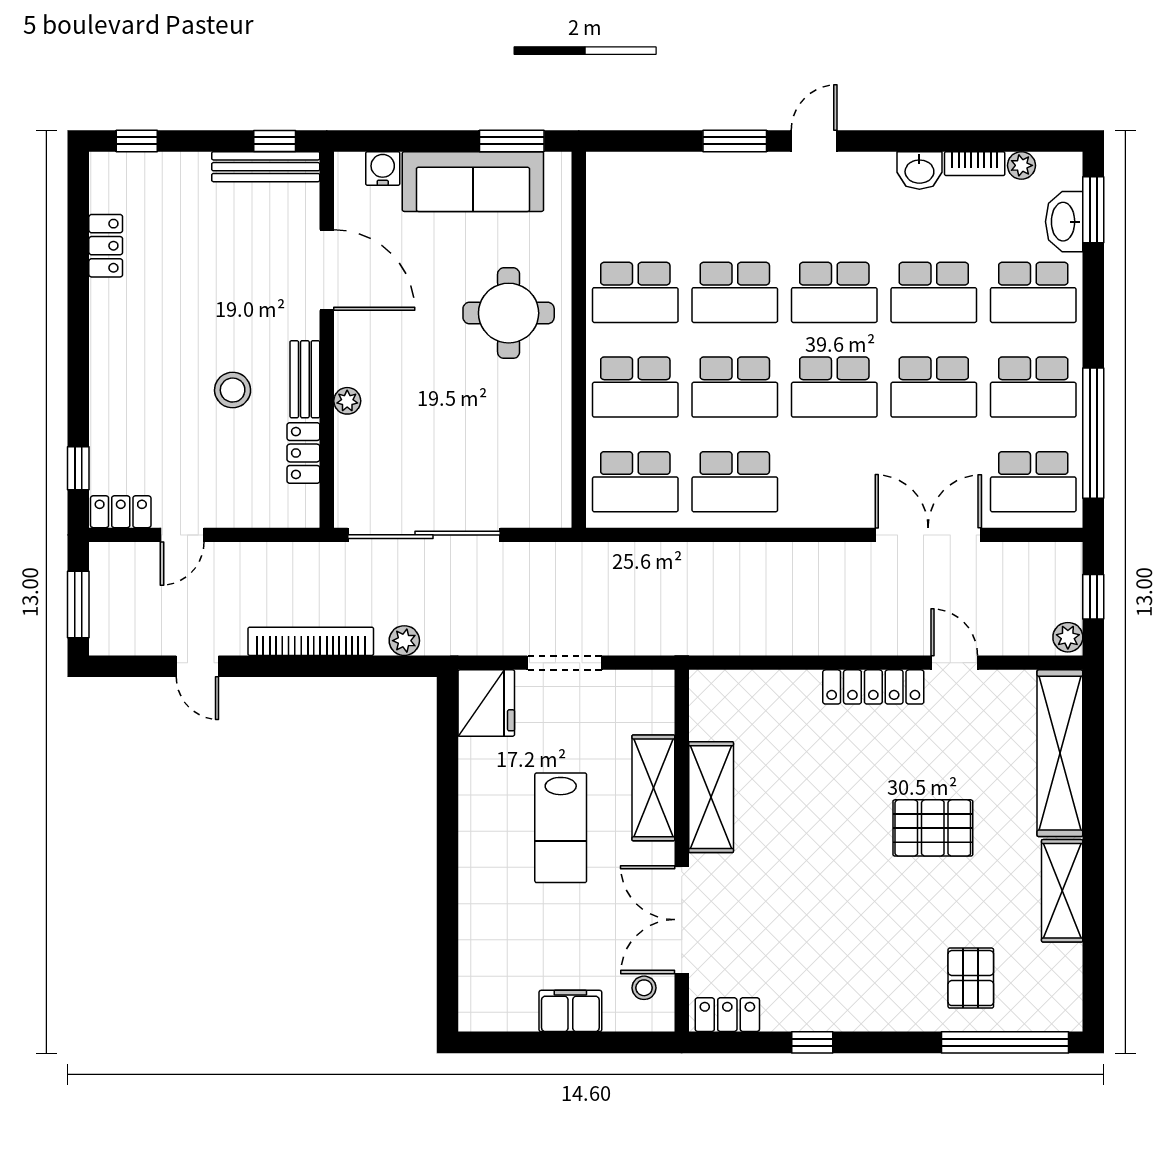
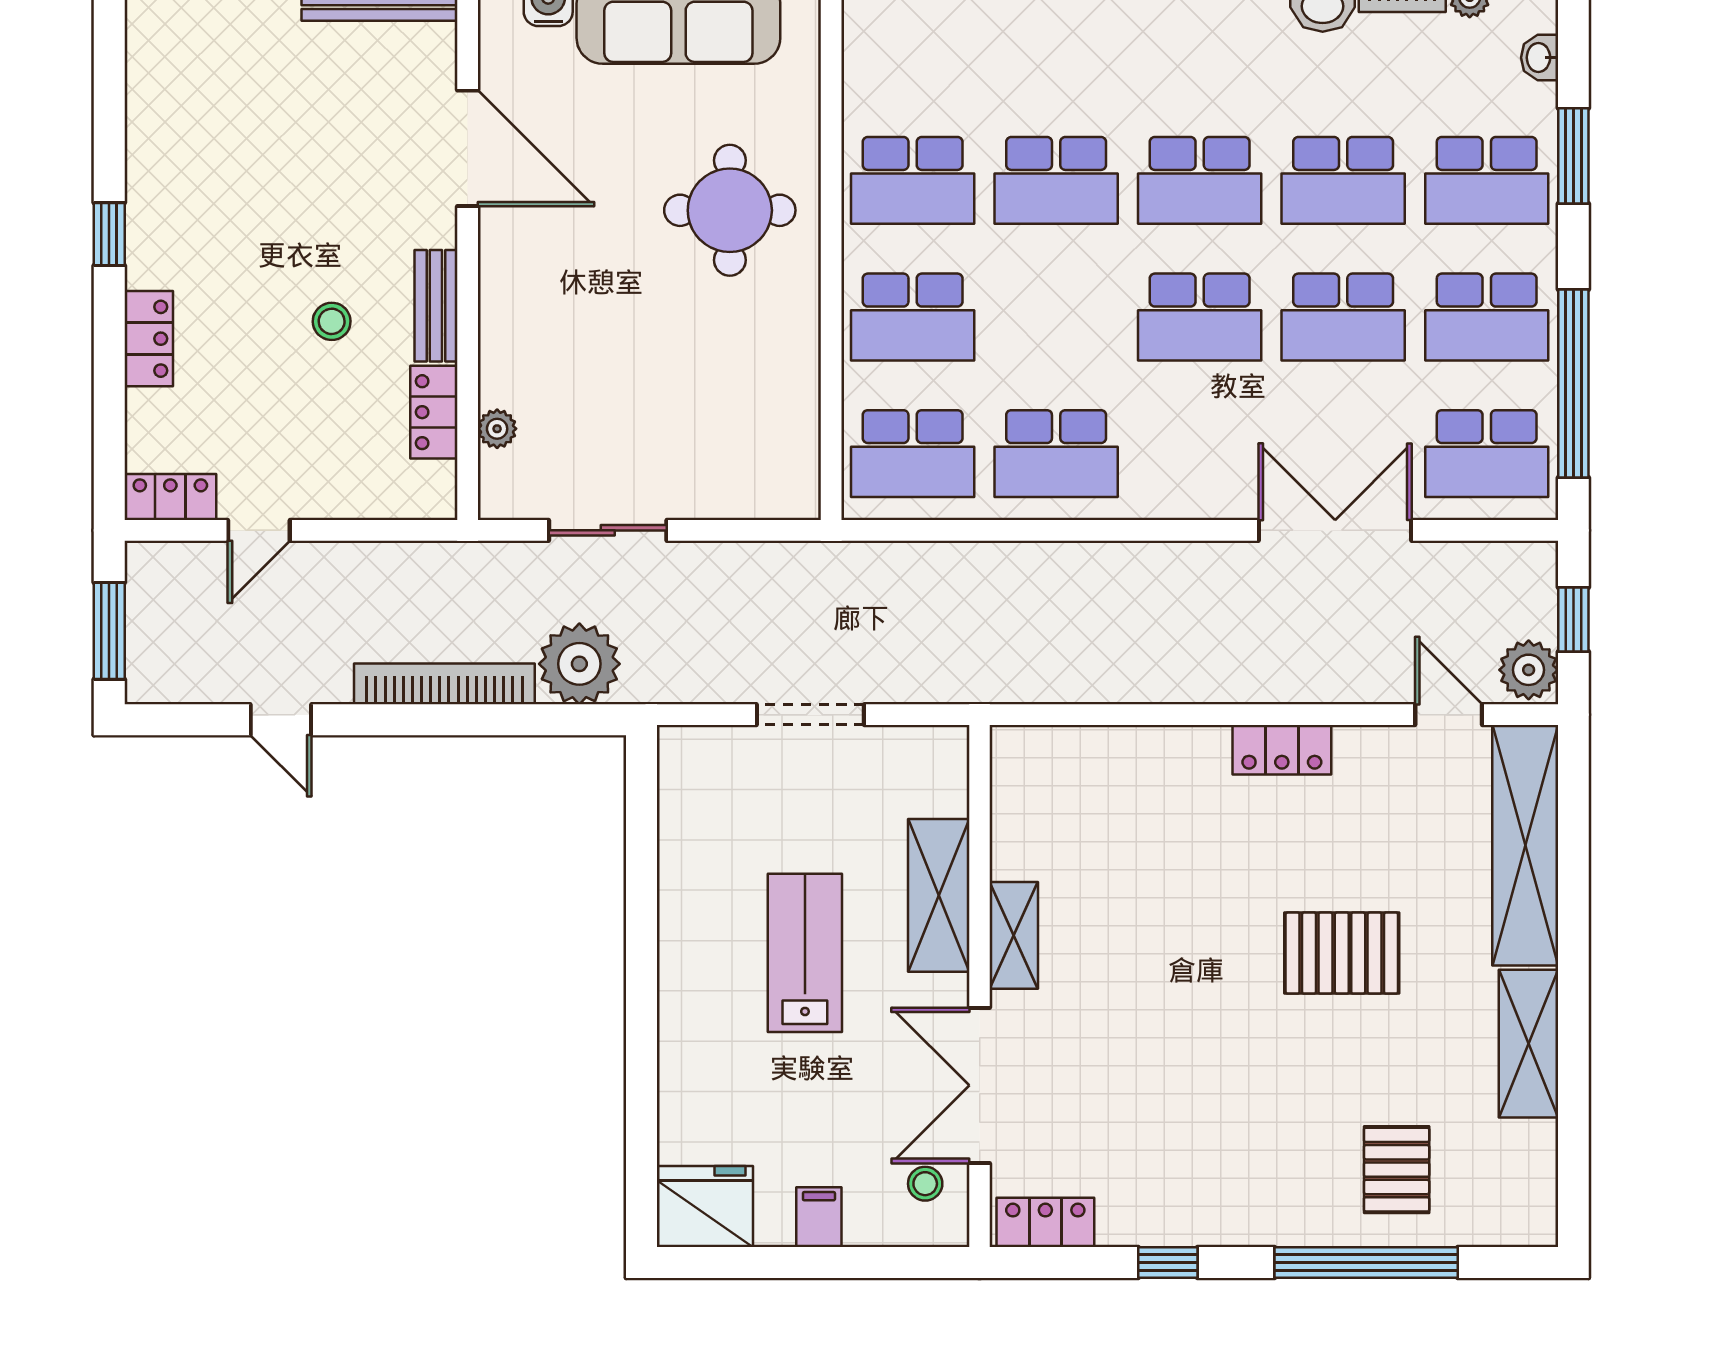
window: (1093, 210) -> (1573, 156), moved
washbasin: (1064, 222) -> (1540, 58), width x0.52, depth x0.69
locker: (106, 246) -> (149, 339), moved
school desk: (735, 387) -> (1056, 317), removed
stool: (233, 390) -> (332, 321), width x0.73, depth x0.73
plant: (347, 401) -> (497, 429), moved
window: (78, 468) -> (109, 234), moved
sliding door: (424, 535) -> (608, 530), width x0.54
plant: (1068, 637) -> (1529, 670), width x1.38, depth x1.38
plant: (404, 641) -> (579, 664), width x1.87, depth x1.87
door: (954, 663) -> (1449, 715), moved
locker: (873, 687) -> (1282, 750), width x0.66
fridge: (486, 703) -> (705, 1206), moved, turned -90
shelving: (711, 797) -> (1014, 935), width x0.67, depth x0.75
lab bench: (561, 828) -> (805, 953), turned 180
filing cabinet: (570, 1011) -> (819, 1217), width x0.50
window: (1005, 1042) -> (1366, 1262), moved

